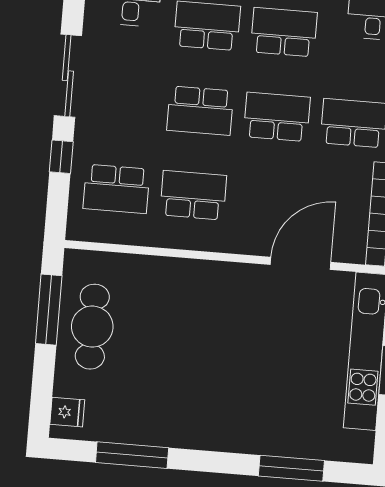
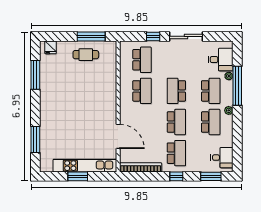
school desk: (116, 189) -> (142, 60), turned 180
cafe table: (92, 327) -> (86, 55), width x0.73, depth x0.74

